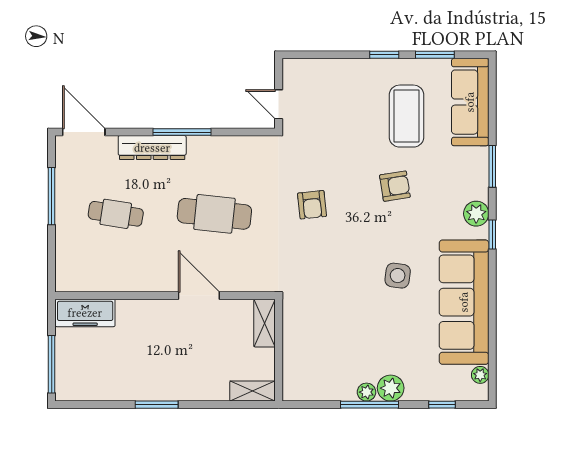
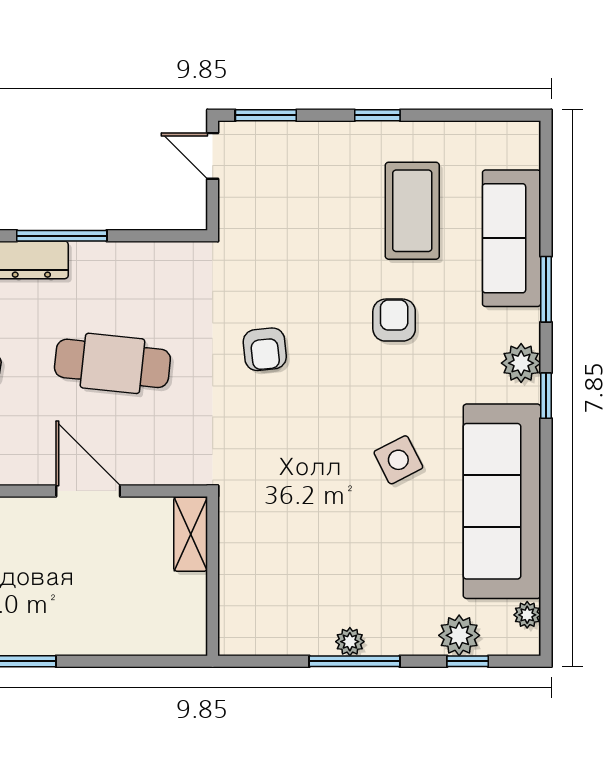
window: (435, 55) -> (266, 115), moved
sofa: (470, 102) -> (512, 238), moved
door: (279, 104) -> (213, 156), moved
armchair: (395, 186) -> (394, 320), turned -81
side table: (398, 276) -> (398, 460), turned -35
plant: (391, 388) -> (459, 635), moved
shelving: (253, 391) -> (172, 640), removed

